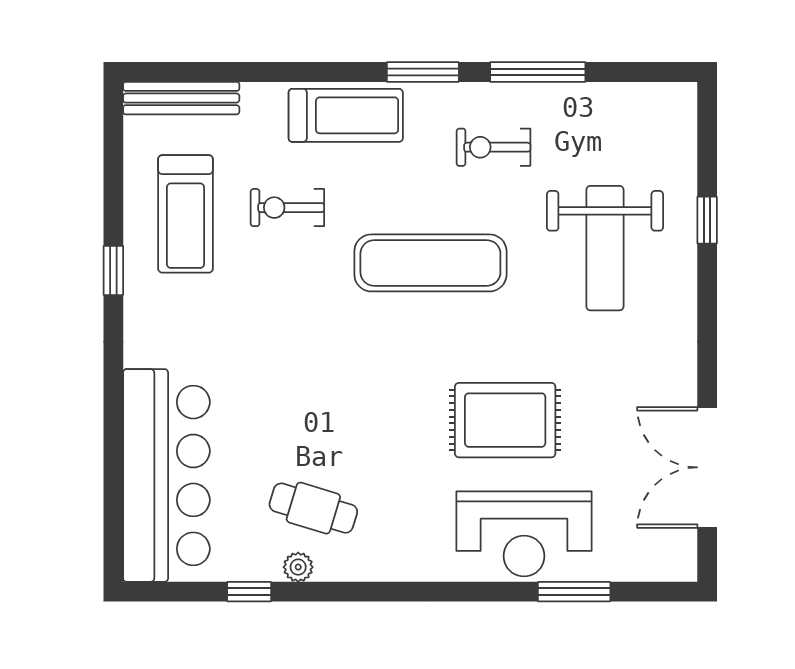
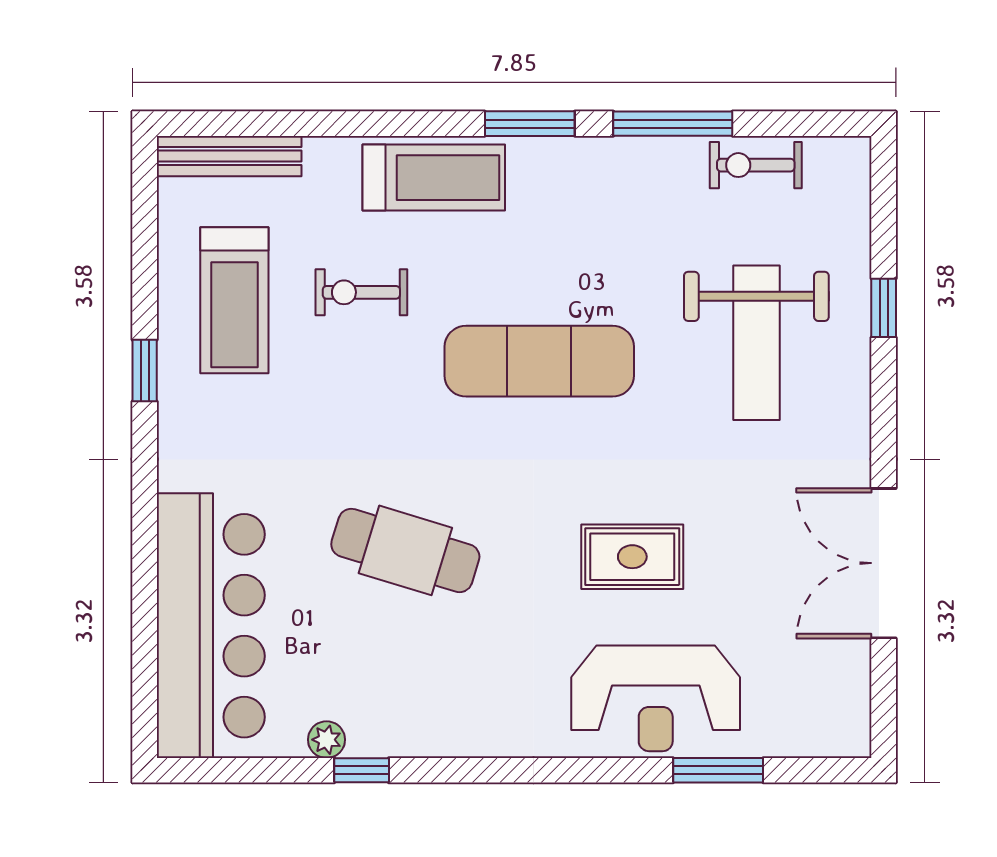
exercise bike: (494, 147) -> (756, 165), moved
rug: (505, 420) -> (632, 557), width x0.73, depth x0.70
double door: (707, 467) -> (884, 563), moved
cafe table: (313, 508) -> (405, 550), moved, width x1.37, depth x1.35
plant: (298, 567) -> (327, 740), moved
window: (249, 592) -> (362, 770), moved

